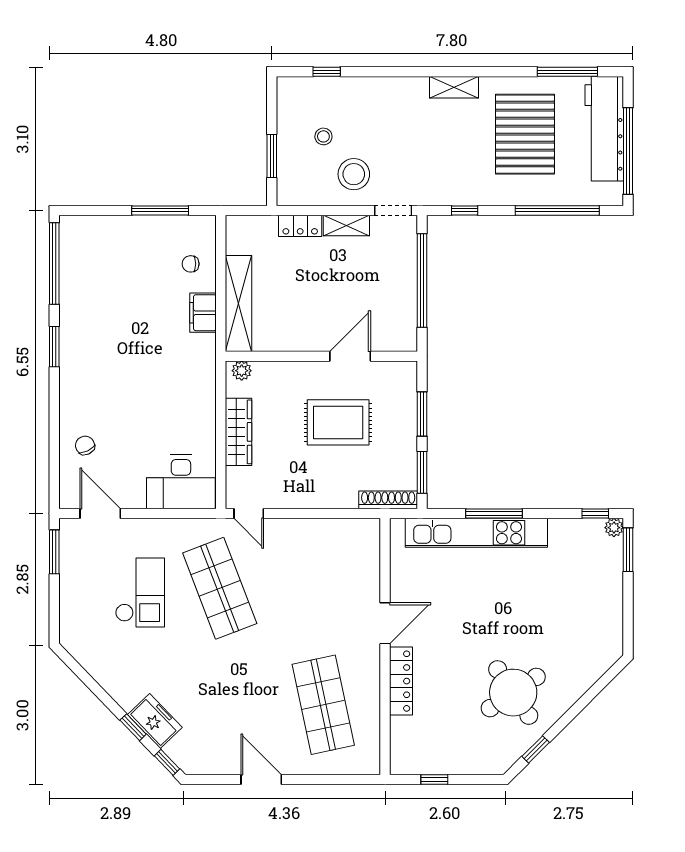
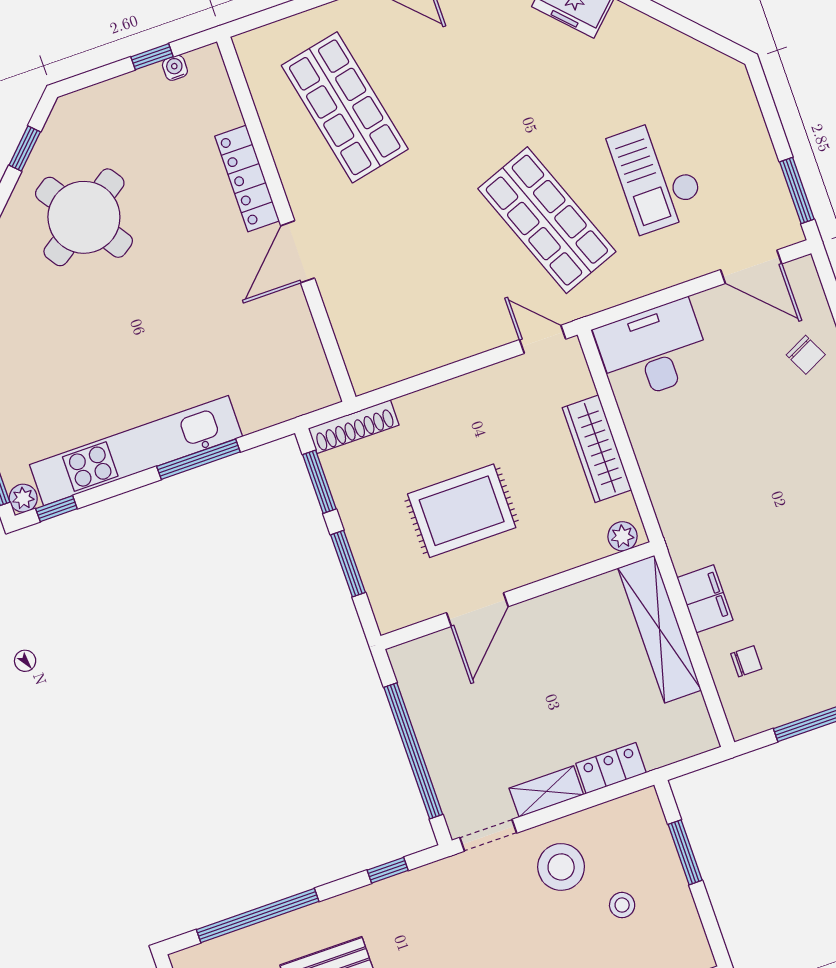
kitchen unit: (476, 533) -> (136, 451), moved
water cooler: (422, 767) -> (175, 68), added

